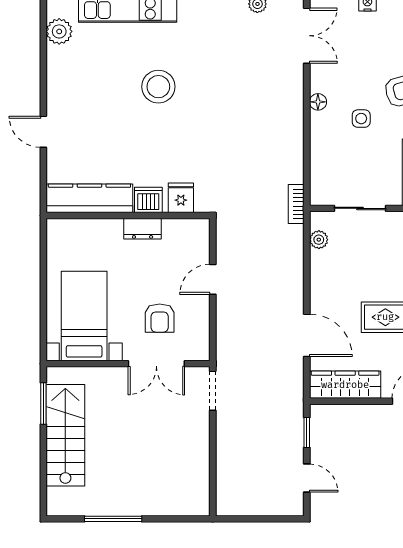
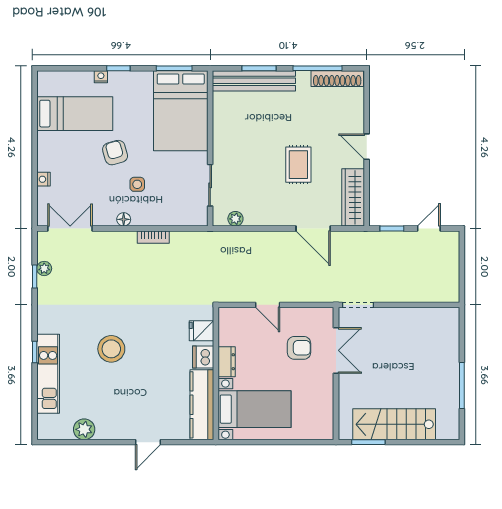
plant: (59, 31) -> (84, 429), moved
bookcase: (296, 204) -> (153, 237), moved
bed with nightstands: (84, 316) -> (255, 409), moved, turned 180
door: (307, 335) -> (313, 229), swing flipped

